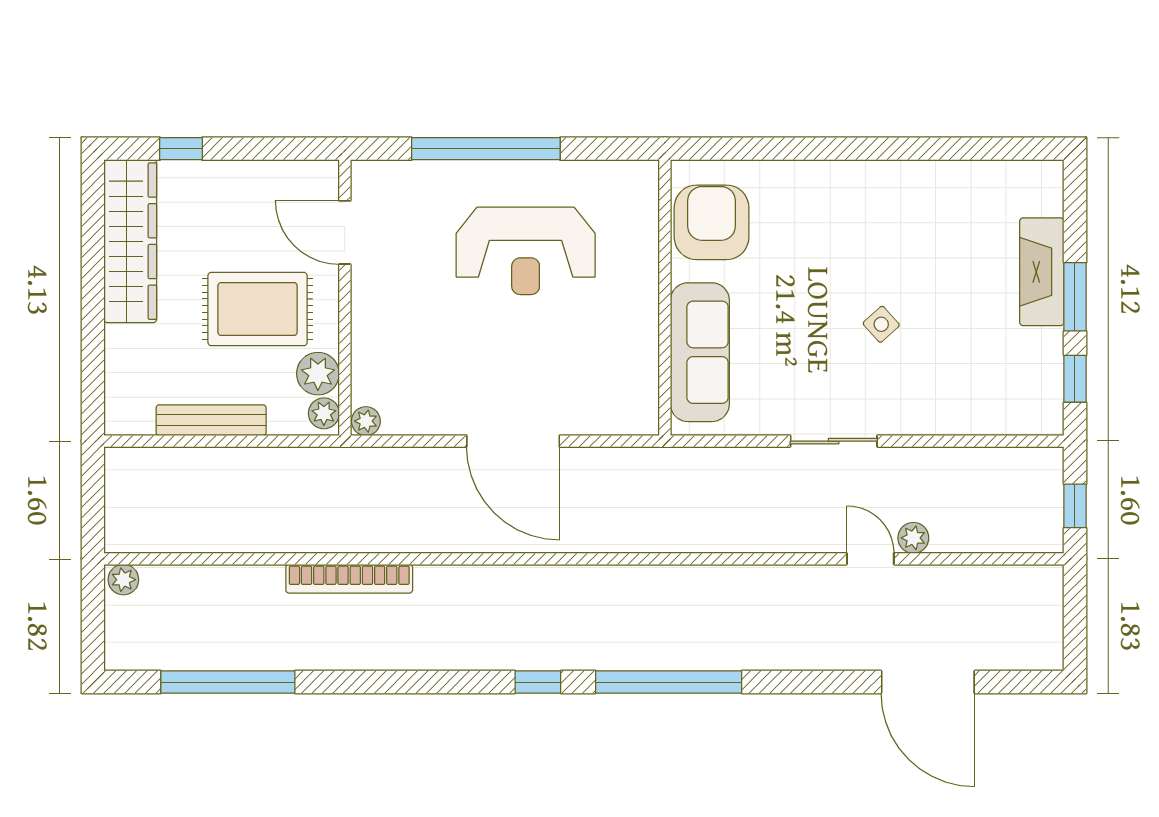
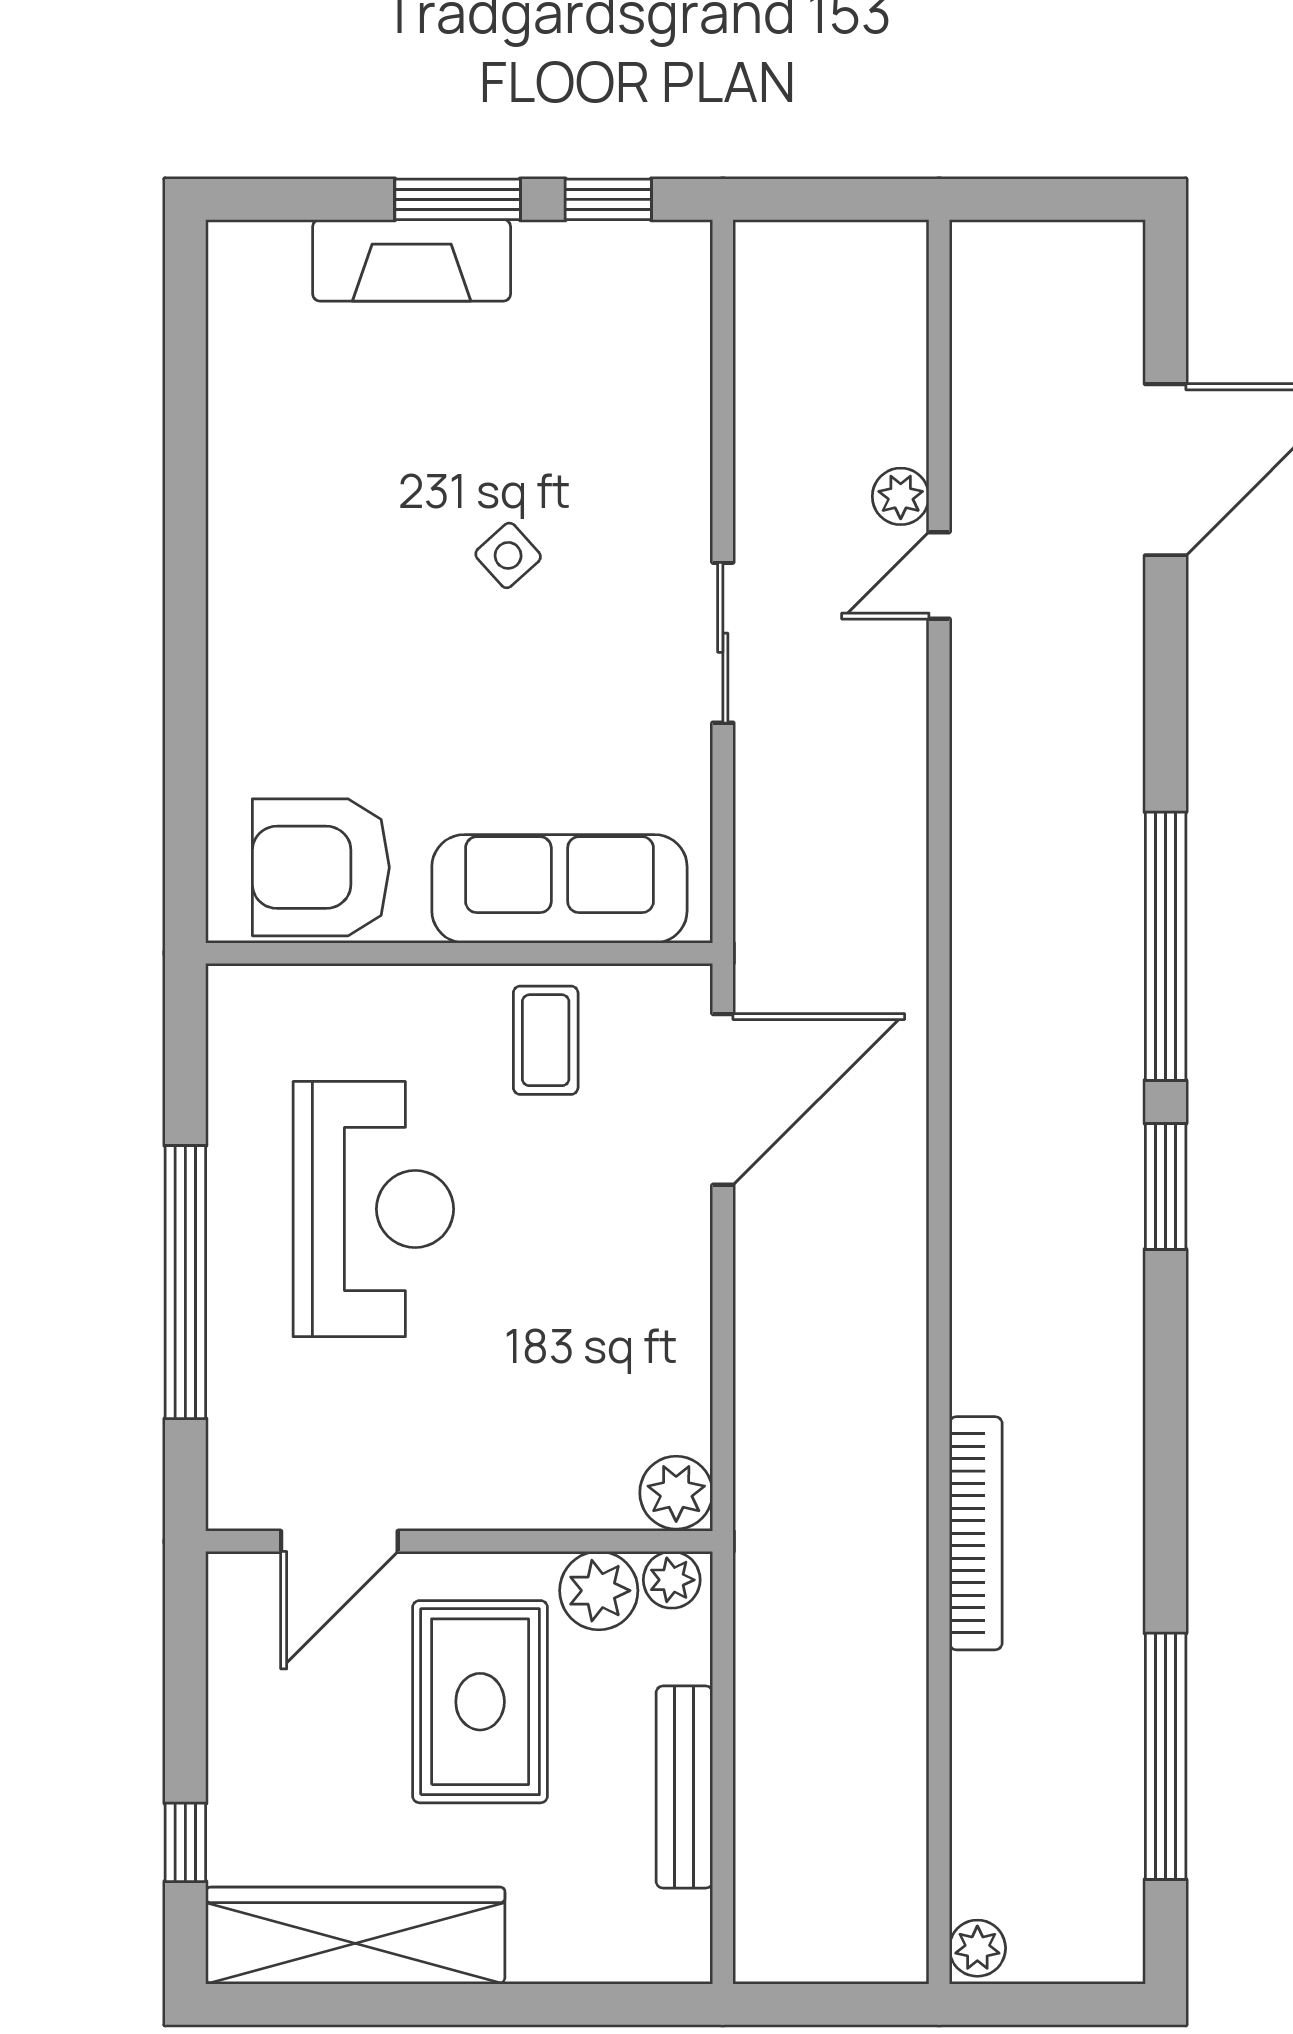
coffee table: (617, 345) -> (546, 1040), added
plant: (366, 421) -> (676, 1493), width x1.38, depth x1.38
door: (513, 441) -> (723, 1099), moved
window: (1075, 506) -> (842, 199), removed
window: (538, 682) -> (1166, 1186), width x1.50

